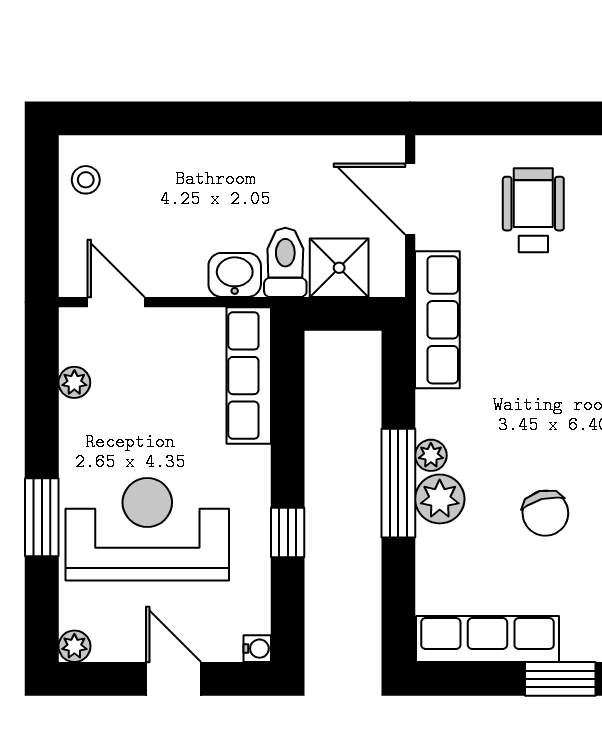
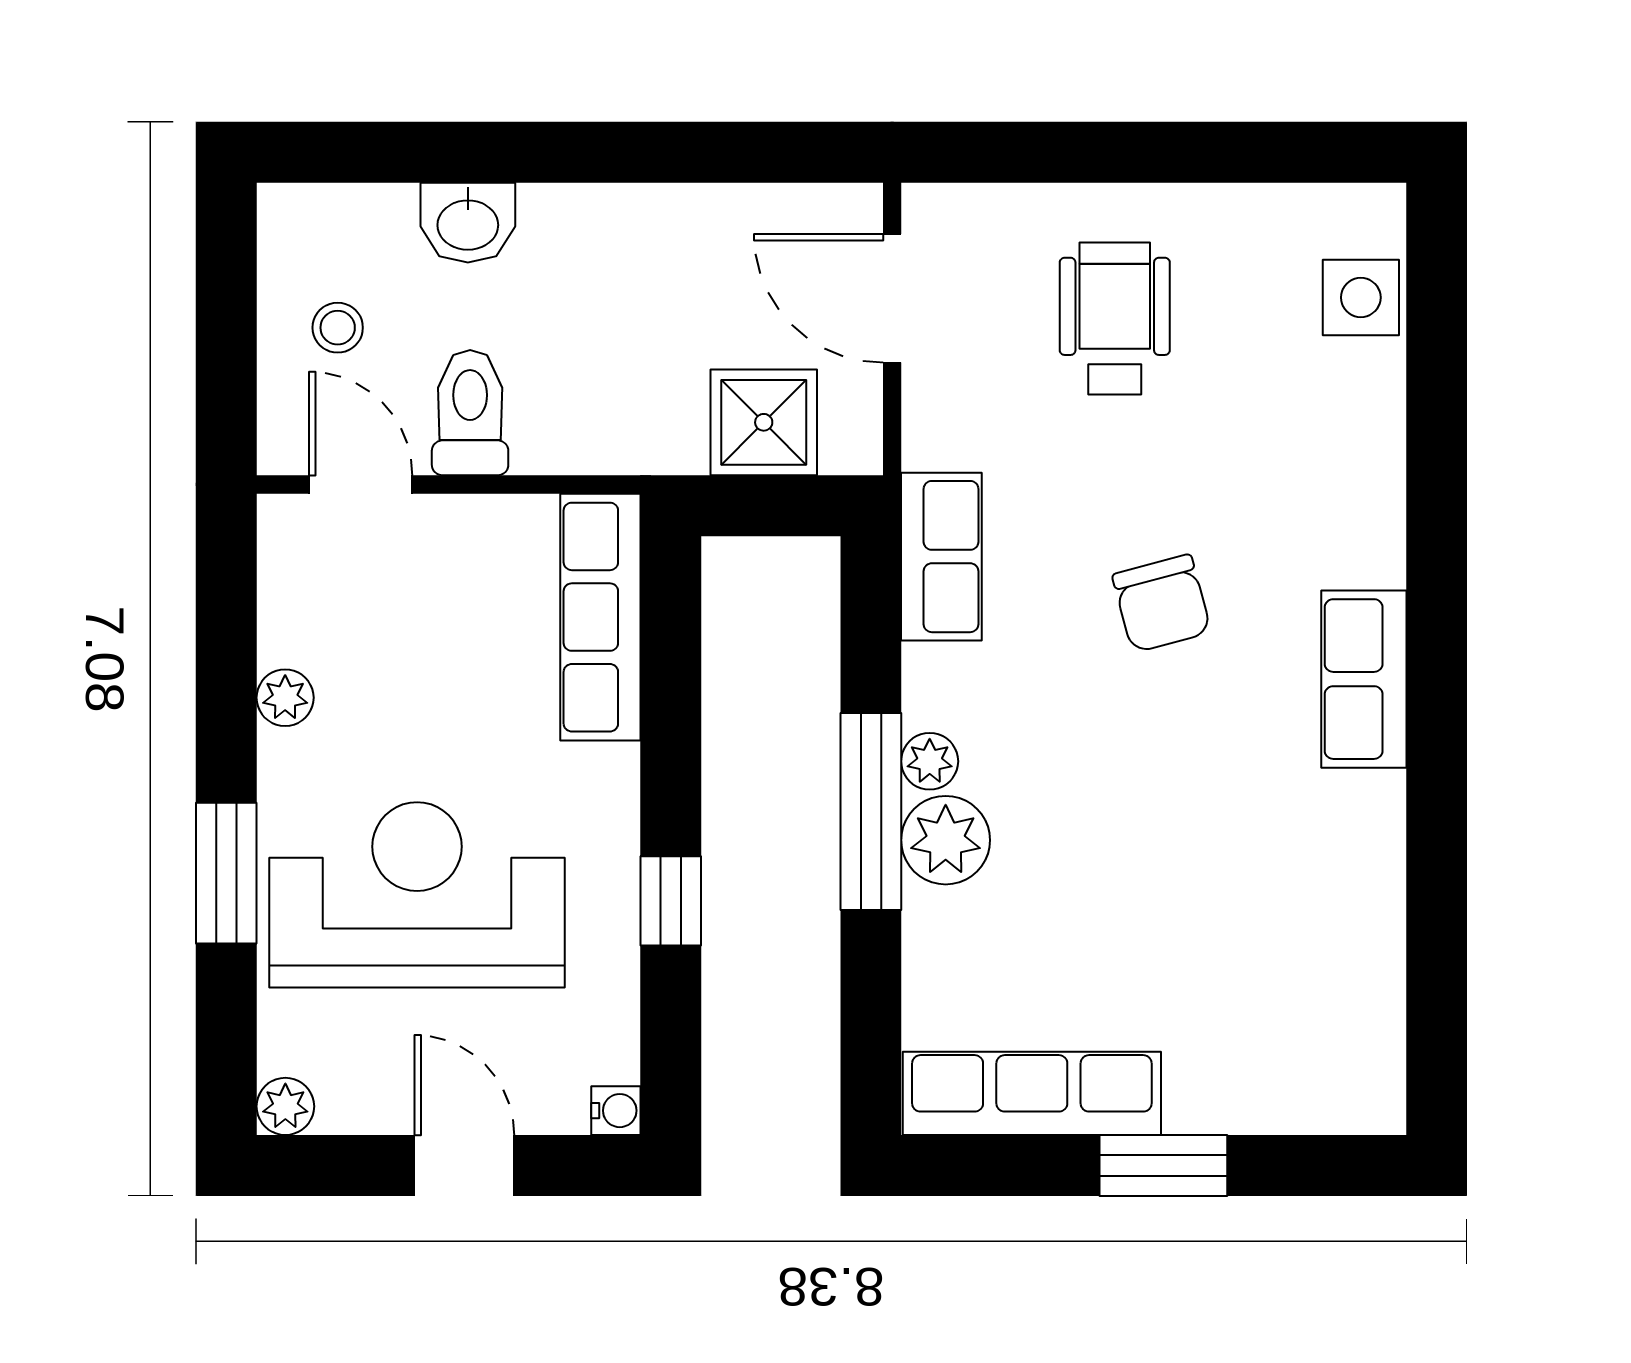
stool: (86, 180) -> (338, 328), moved
toilet: (285, 262) -> (470, 413), moved
washbasin: (235, 275) -> (468, 223), moved, turned 180
row of seats: (437, 320) -> (941, 557), width x0.68
plant: (74, 382) -> (285, 698), moved
chair: (545, 513) -> (1162, 603), moved

